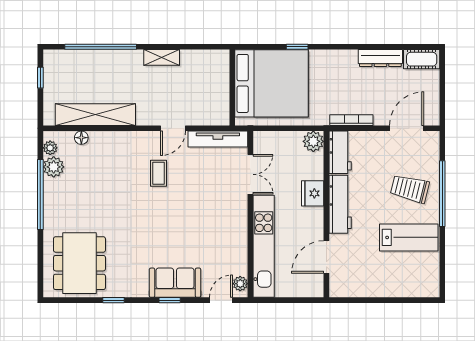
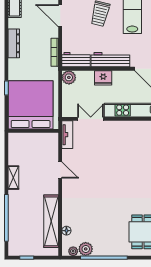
dresser: (380, 58) -> (14, 43), moved
tv unit: (218, 139) -> (67, 135), width x0.71
coffee table: (159, 173) -> (90, 180), removed

